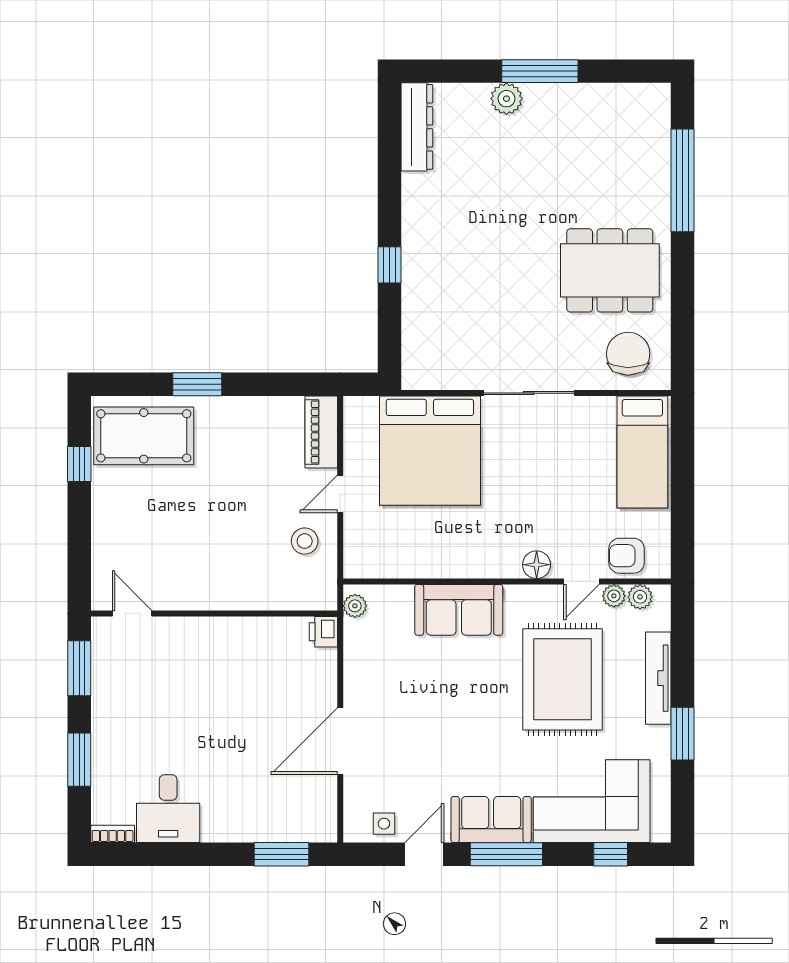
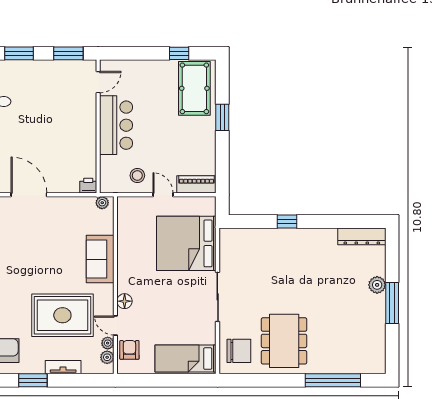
bar counter: (212, 580) -> (116, 125), added
tv unit: (658, 678) -> (63, 367), width x0.71

